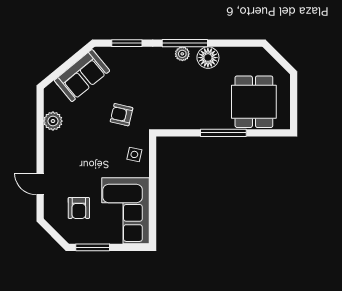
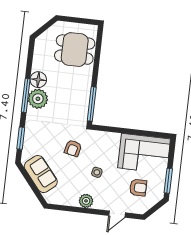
plant: (182, 54) -> (38, 99), width x1.88, depth x1.88
plant: (53, 121) -> (86, 201), moved
window: (223, 133) -> (92, 104), moved
side table: (134, 154) -> (97, 172), moved

